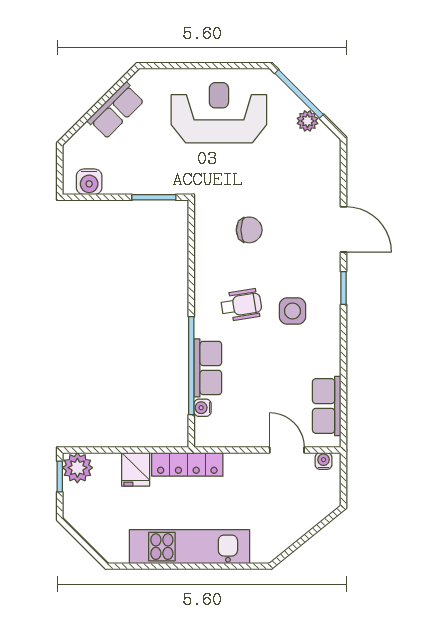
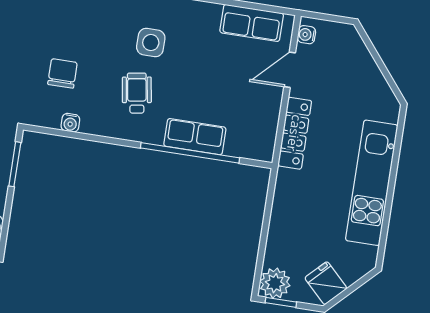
water cooler: (203, 408) -> (70, 123), moved
locker: (187, 464) -> (295, 133), moved
fridge: (136, 469) -> (326, 283), moved, turned -135

